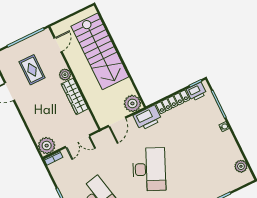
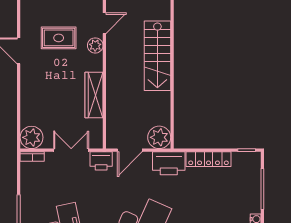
stairs: (100, 51) -> (157, 56), width x0.73, depth x0.66
rug: (32, 70) -> (59, 38), turned 90
plant: (65, 75) -> (95, 45), moved
printer: (197, 92) -> (101, 161), moved
double door: (77, 141) -> (71, 150), swing flipped

